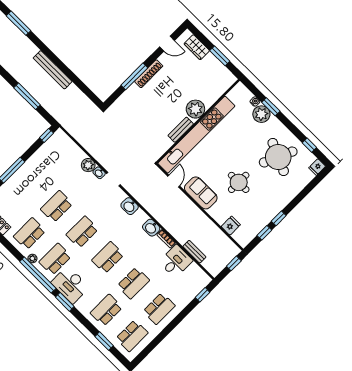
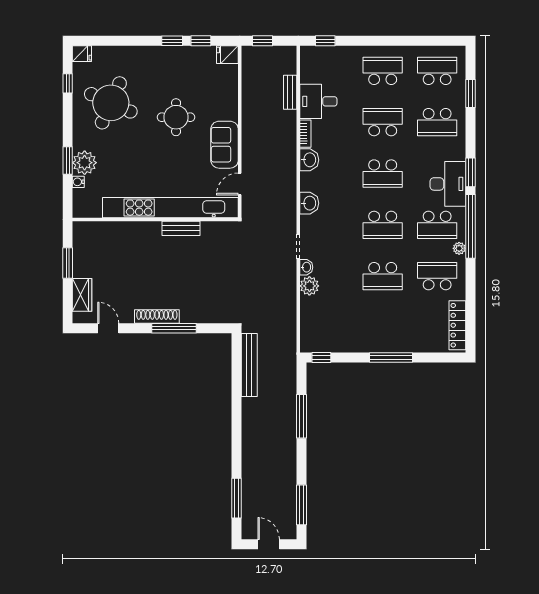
bench: (53, 70) -> (249, 365), moved
plant: (195, 109) -> (146, 234), removed
fridge: (231, 226) -> (227, 55), moved
school desk: (29, 234) -> (437, 276), turned 180

